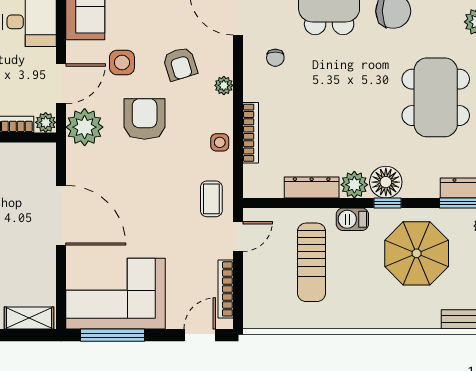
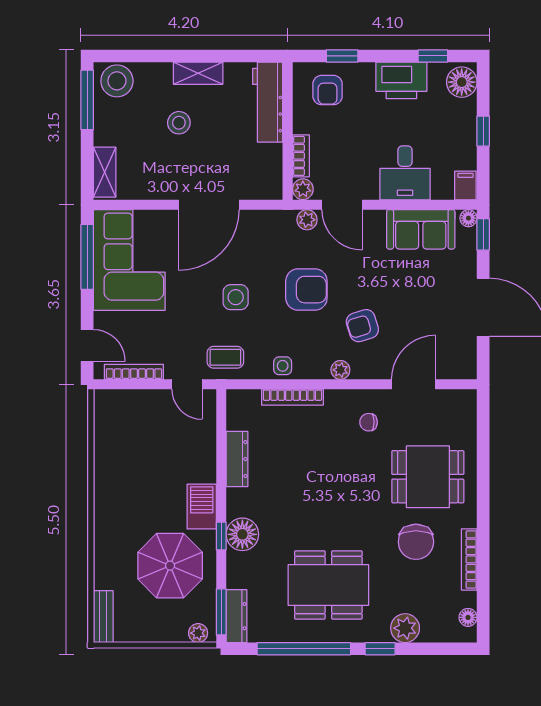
side table: (122, 62) -> (236, 297), moved
plant: (85, 127) -> (307, 220), width x0.53, depth x0.53
plant: (354, 185) -> (240, 502), removed
barbecue: (352, 219) -> (202, 507), width x1.38, depth x1.27
sun lounger: (311, 262) -> (161, 459), removed

